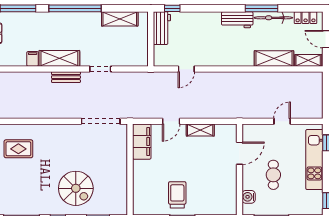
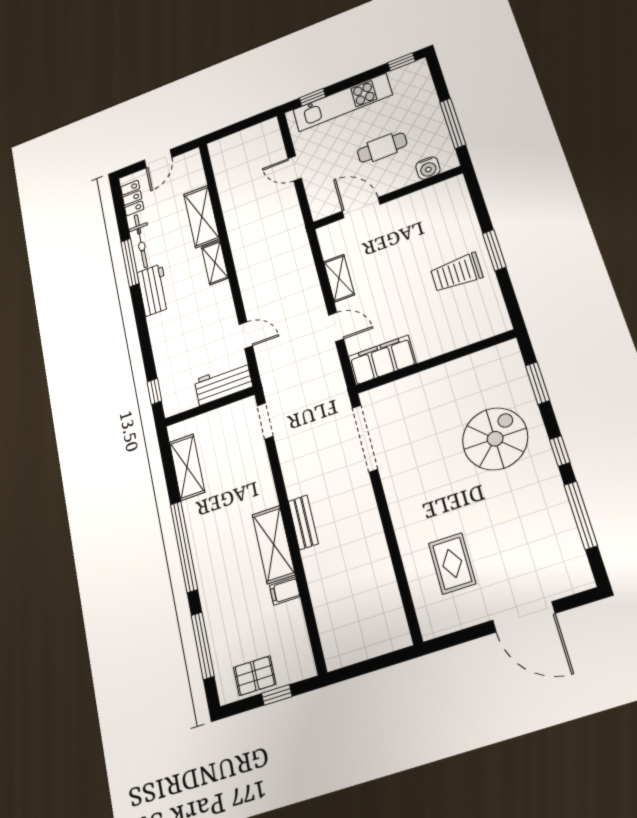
workbench: (162, 28) -> (223, 383), moved
shelving: (308, 60) -> (215, 263), moved
doorway: (100, 69) -> (265, 421), moved

